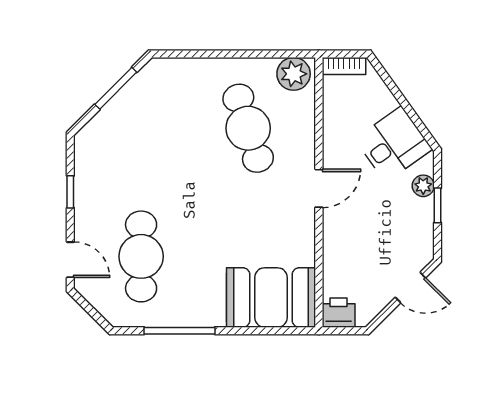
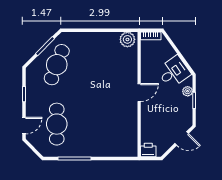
cafe table: (248, 128) -> (57, 65), moved, turned 39
door: (70, 260) -> (24, 126), hinge flipped
booth: (271, 298) -> (117, 143), removed

